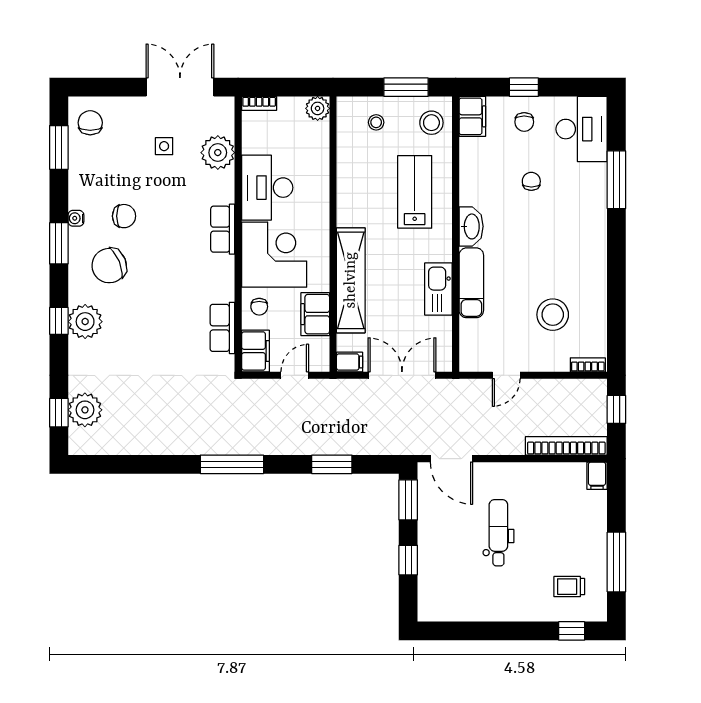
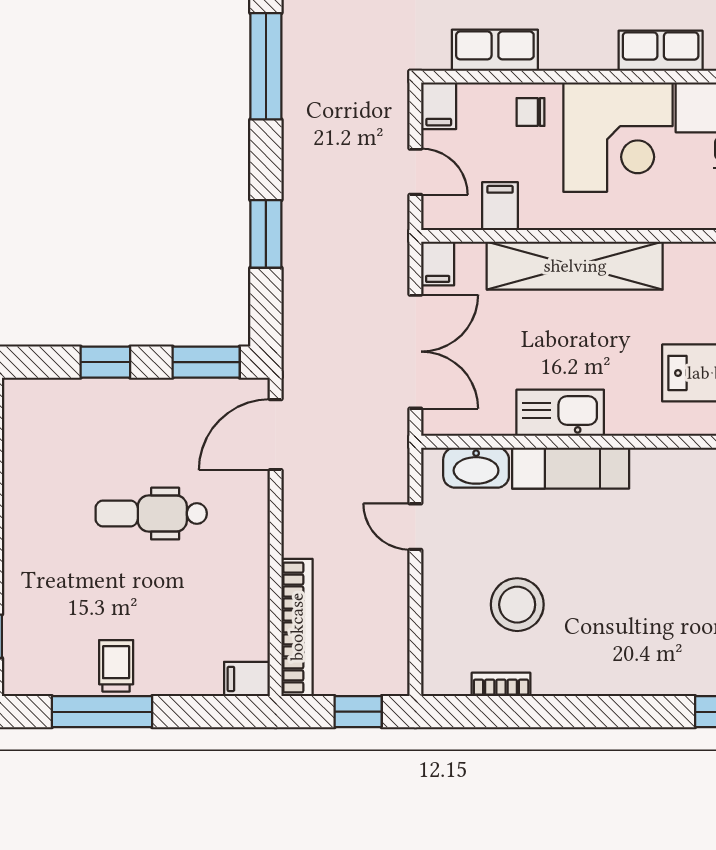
washbasin: (471, 226) -> (476, 468), moved
filing cabinet: (315, 314) -> (500, 206), width x0.50
filing cabinet: (255, 351) -> (439, 106), width x0.50
bookcase: (588, 365) -> (501, 684), moved, turned -90
dental chair: (498, 533) -> (151, 514), turned 180
trolley: (569, 587) -> (116, 666), moved

